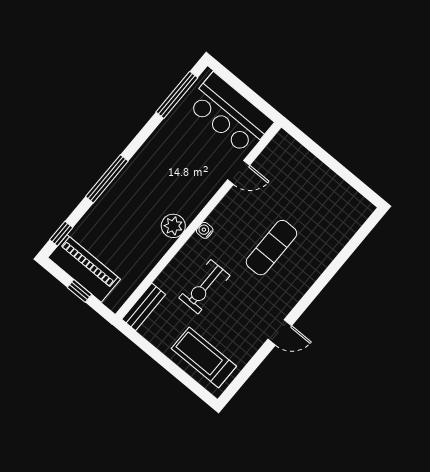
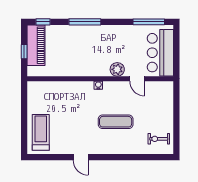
plant: (173, 226) -> (117, 69), moved
exercise bike: (204, 287) -> (159, 139), moved, width x0.73, depth x0.72
bench: (144, 307) -> (41, 86), removed

